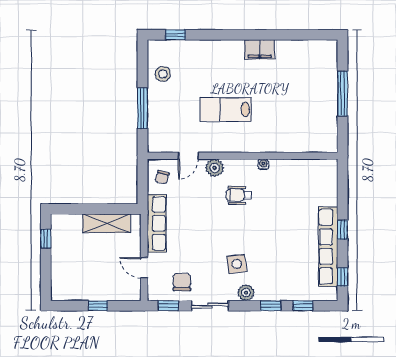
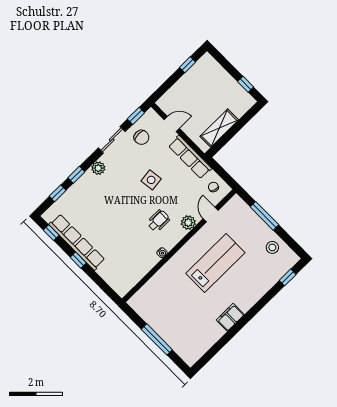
lab bench: (226, 109) -> (215, 263), width x1.36, depth x1.39
side table: (237, 264) -> (151, 180), moved
window: (98, 306) -> (188, 65), moved

